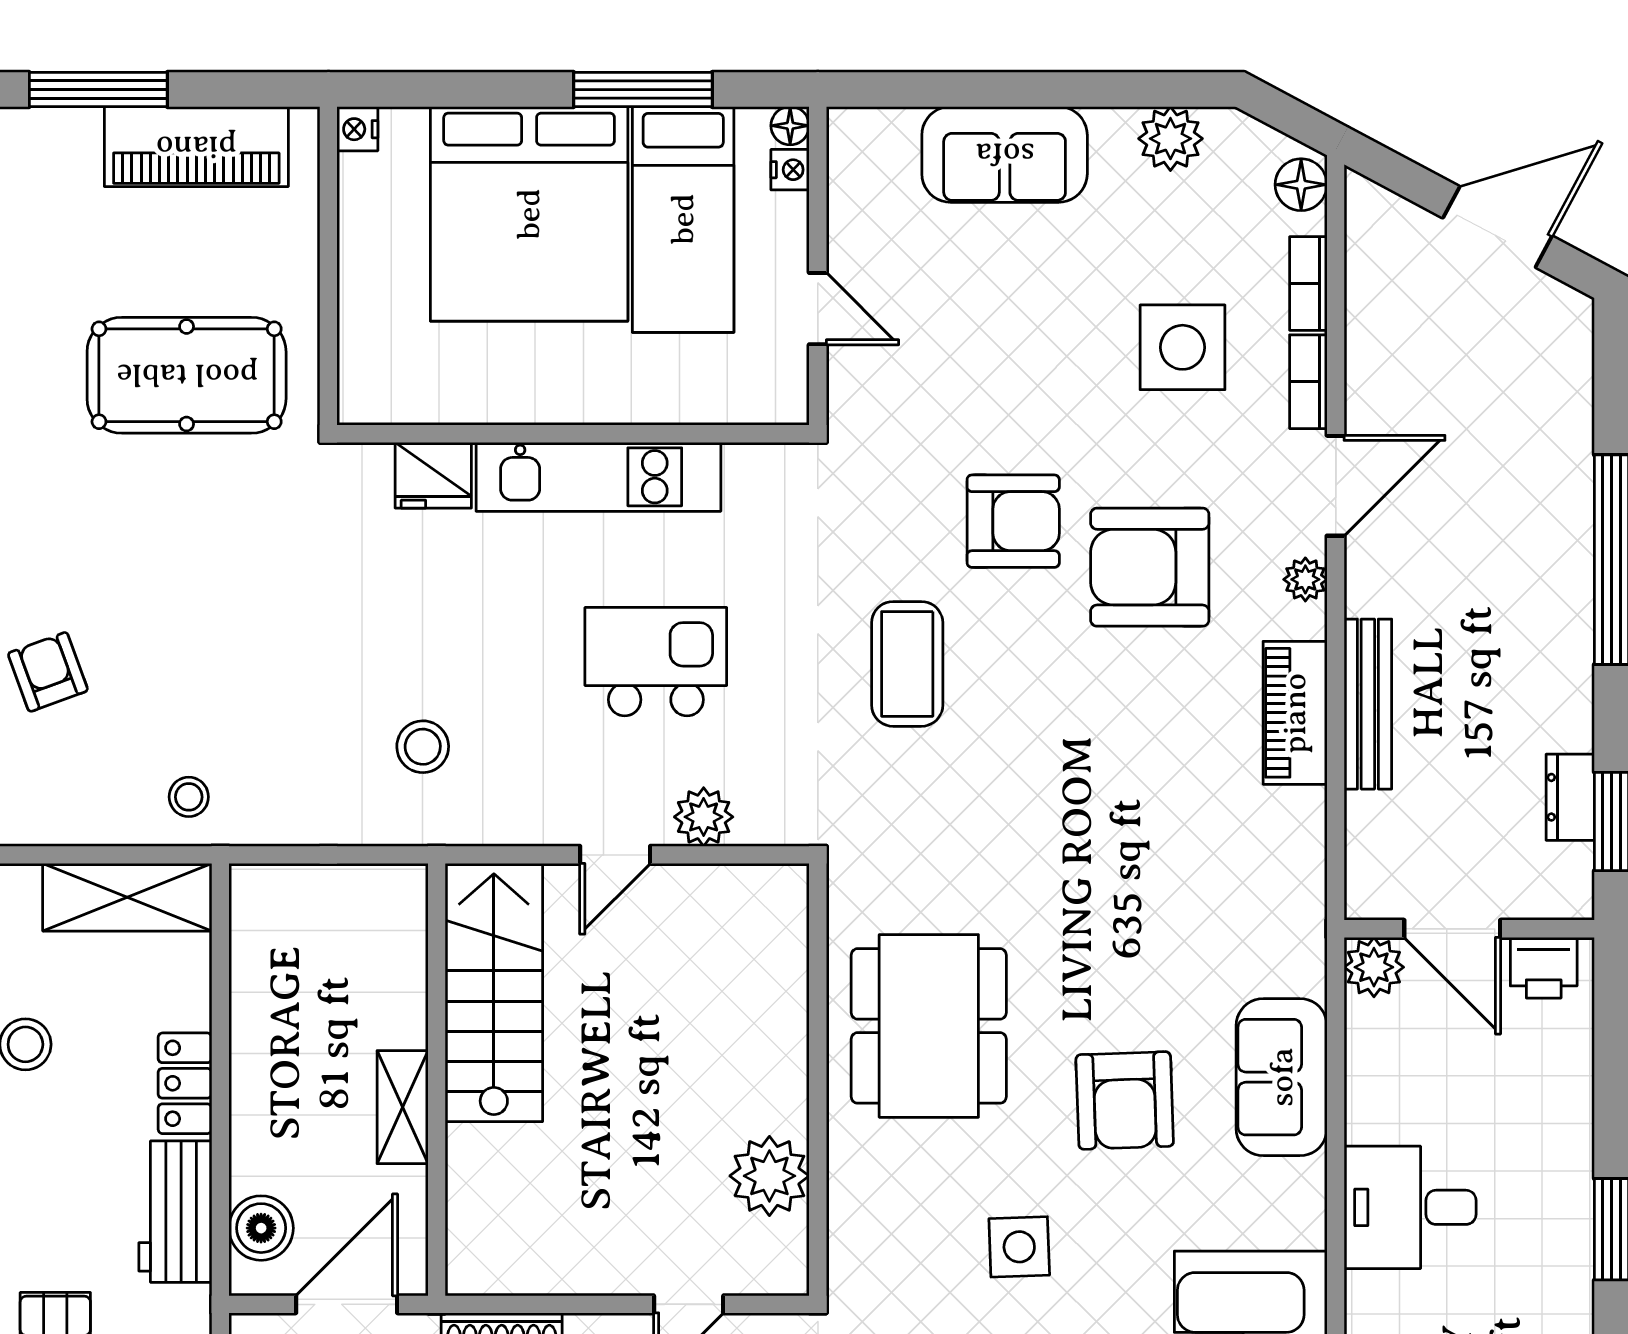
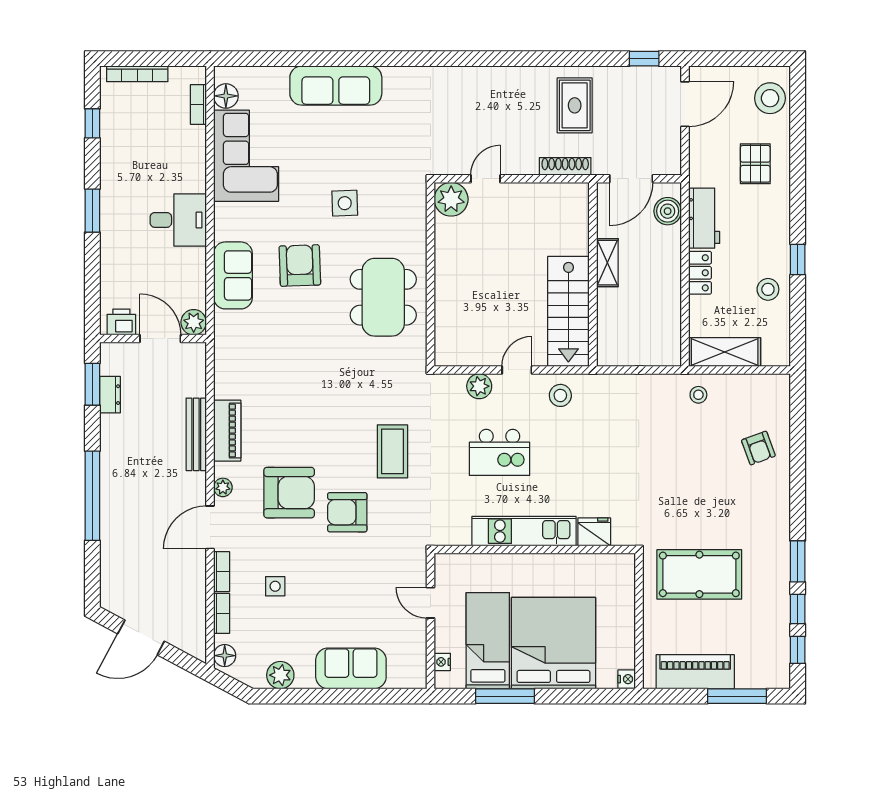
floor lamp: (790, 126) -> (442, 681), removed
side table: (1183, 347) -> (275, 586), width x0.54, depth x0.54
stool: (423, 747) -> (560, 395), moved
plant: (769, 1176) -> (451, 199), moved

